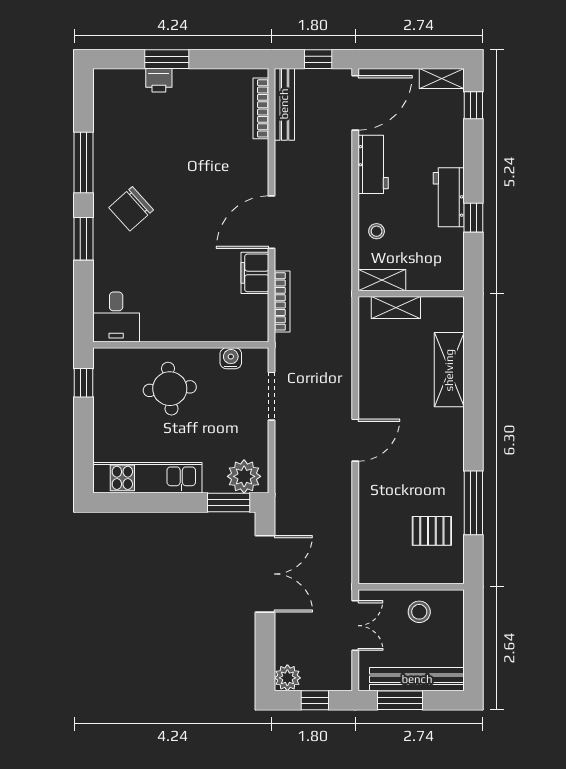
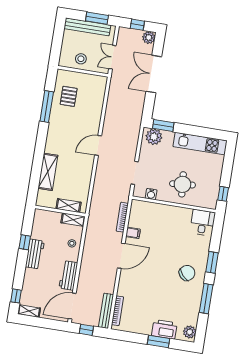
printer: (159, 80) -> (164, 329), width x1.87, depth x1.48
plant: (106, 89) -> (190, 332), added
filing cabinet: (255, 273) -> (133, 233), width x0.50
pallet: (432, 531) -> (69, 96), turned 90
double door: (265, 574) -> (154, 74), moved

